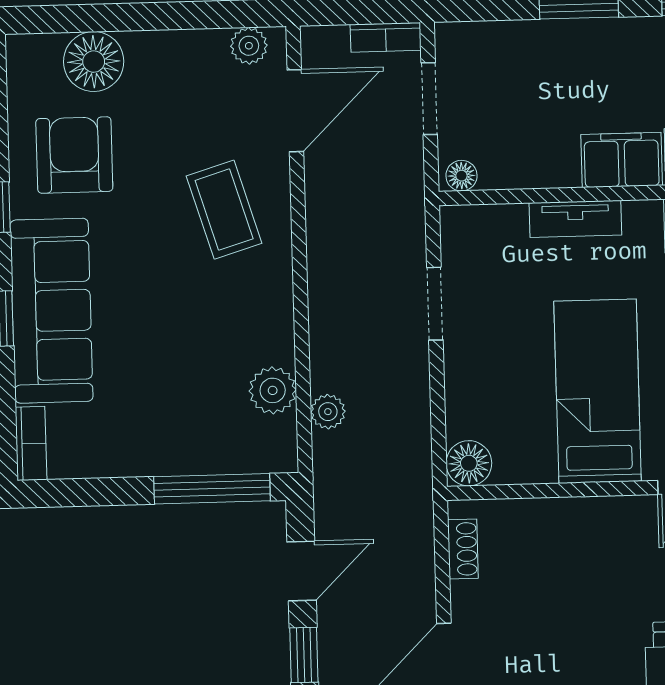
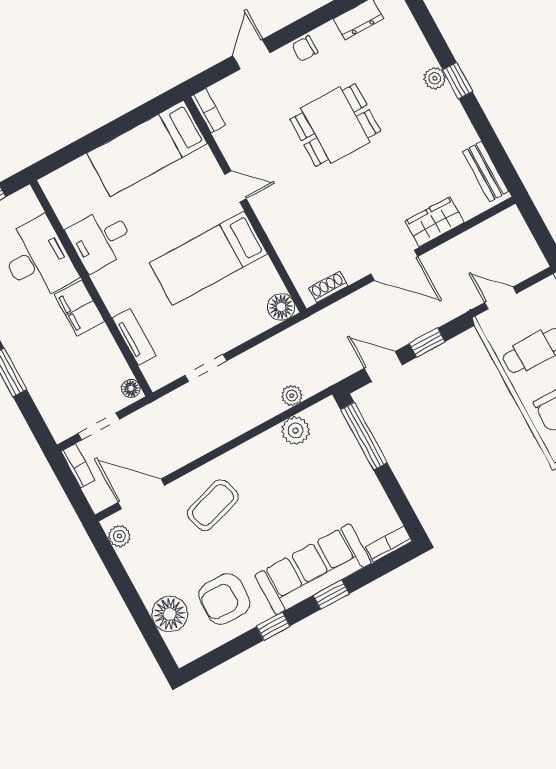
tv unit: (575, 219) -> (134, 337), moved

